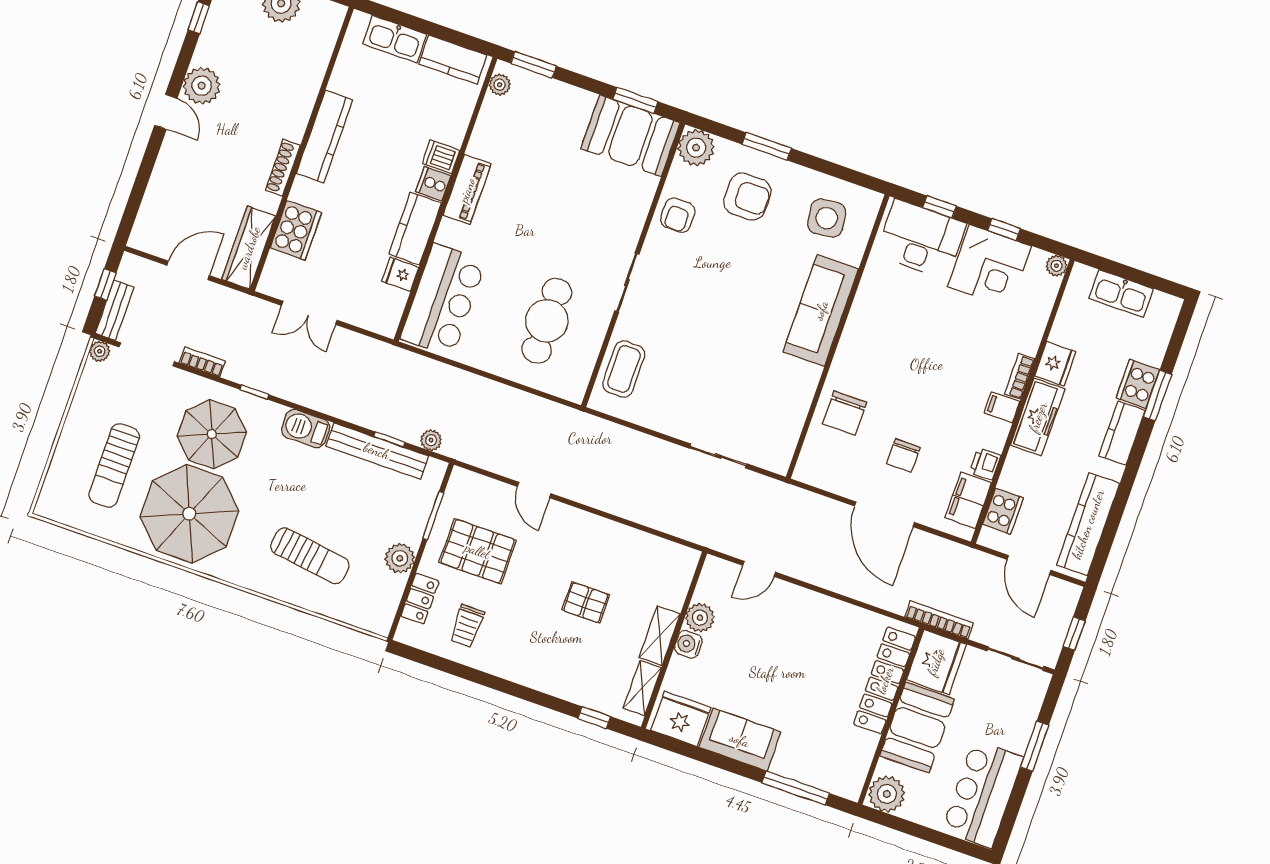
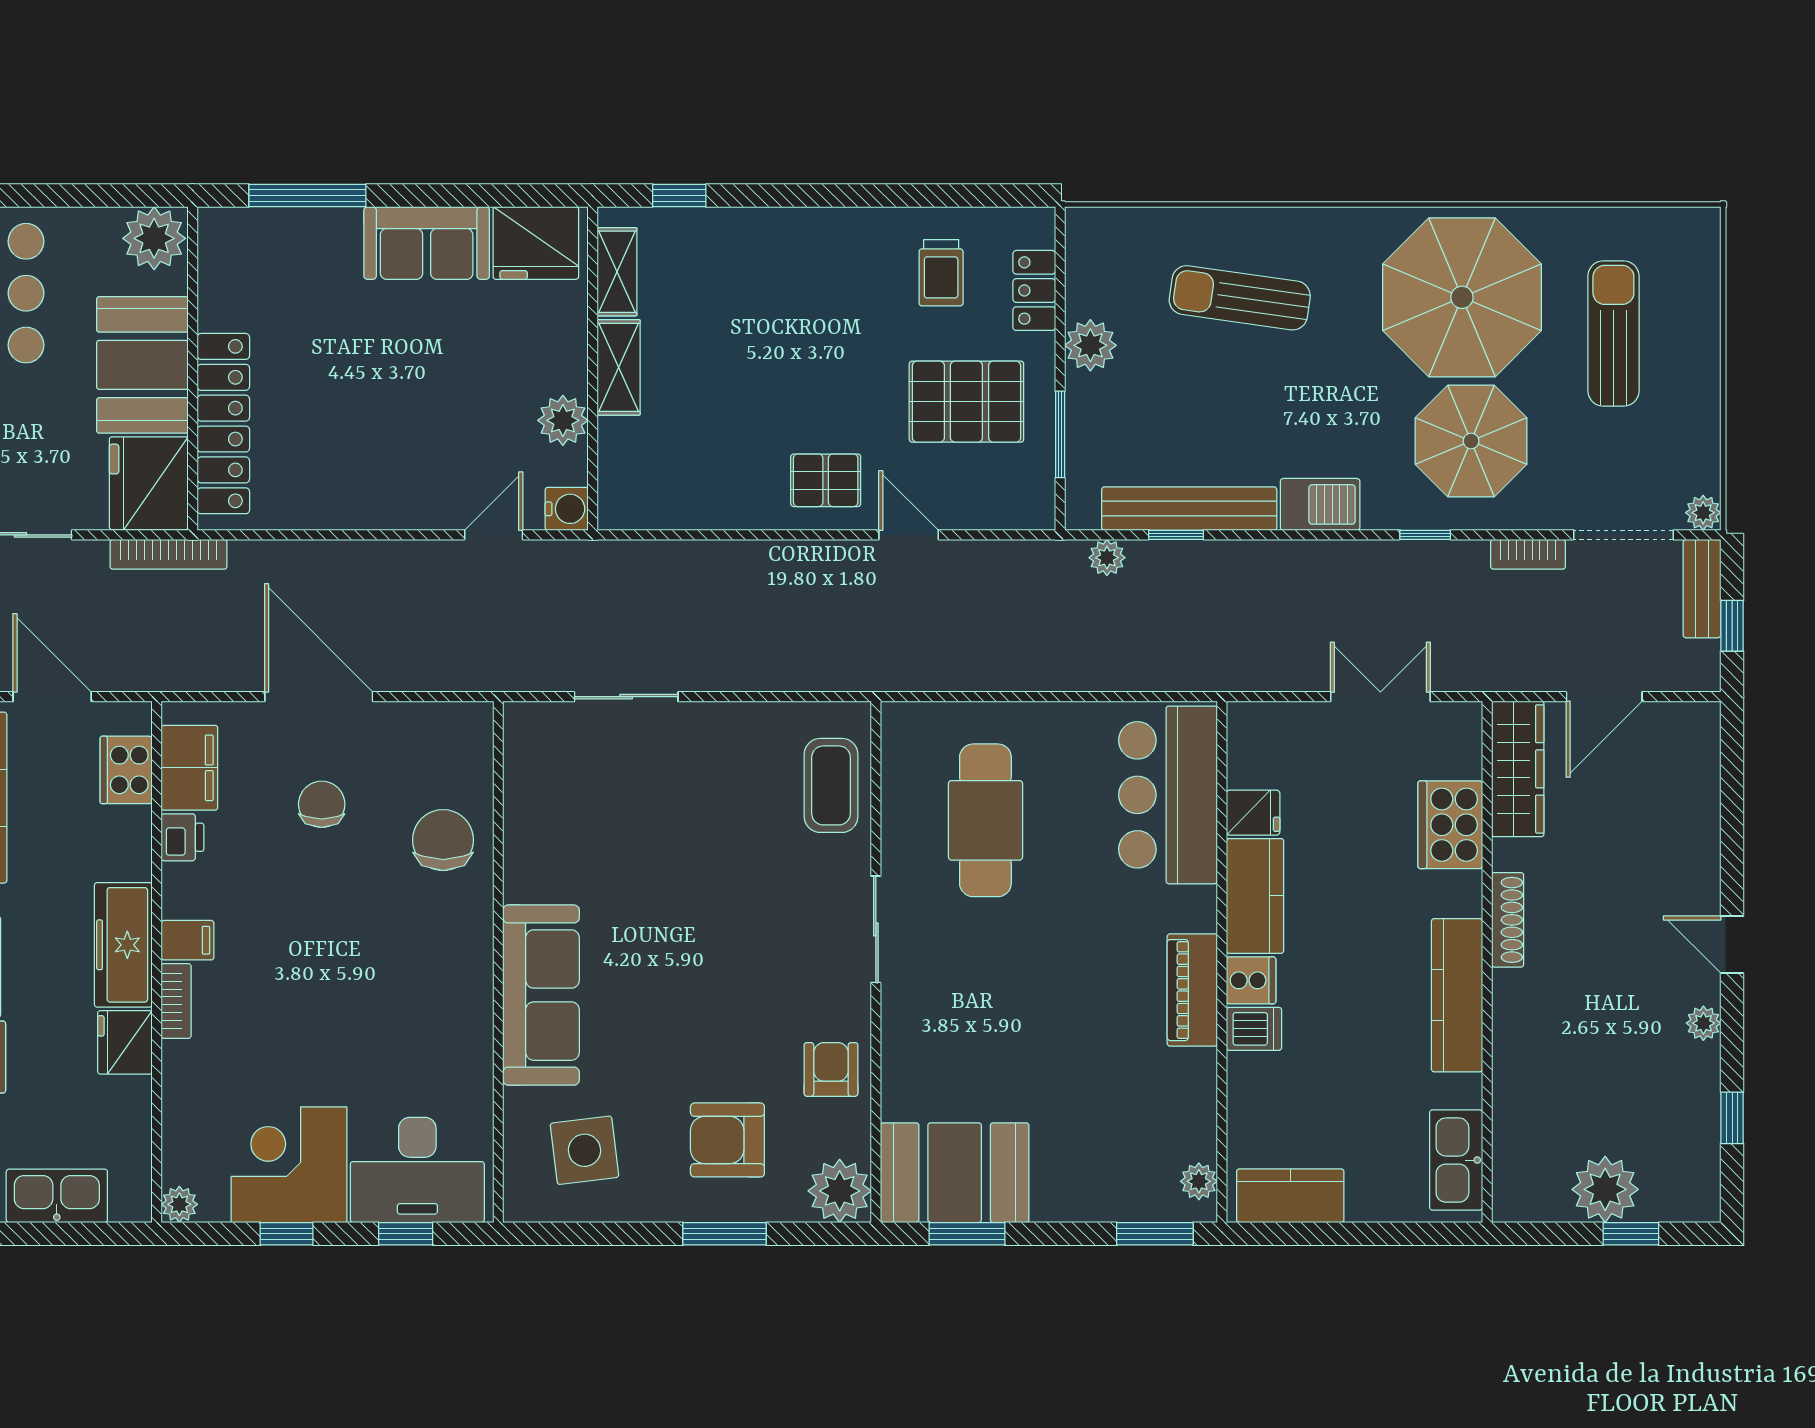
kitchen sink: (395, 39) -> (1456, 1160), moved, turned -90
plant: (202, 86) -> (1703, 1023), width x0.53, depth x0.53
pallet: (586, 603) -> (826, 480), moved
trolley: (467, 626) -> (941, 273), turned 180
water cooler: (688, 644) -> (567, 509), moved

